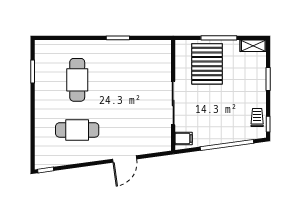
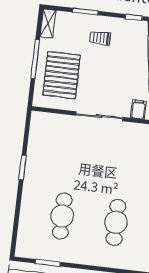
pallet: (207, 64) -> (62, 75), turned 90
cafe table: (77, 80) -> (62, 216), turned 90
trolley: (257, 117) -> (100, 38), moved

